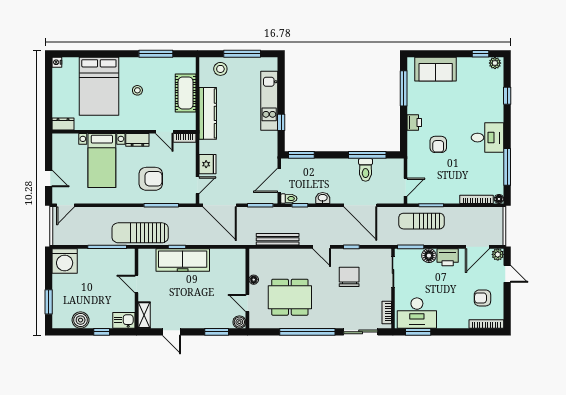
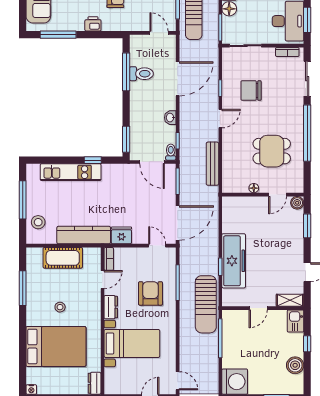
fridge: (207, 164) -> (121, 235), moved
dining table: (290, 297) -> (272, 151), width x0.73

